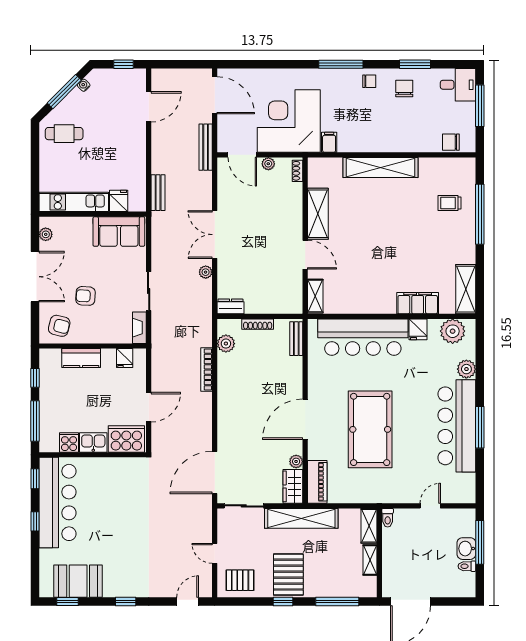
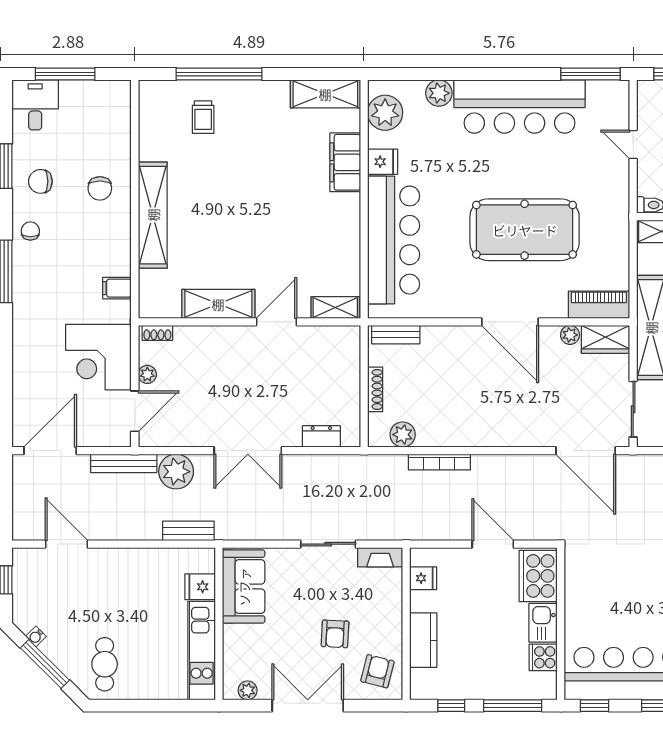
corner desk: (289, 121) -> (98, 357), width x0.74, depth x0.74
chair: (451, 142) -> (100, 188), moved
plant: (206, 272) -> (176, 472), moved, width x1.87, depth x1.87
dresser: (230, 306) -> (321, 436), moved, turned 90
window: (480, 427) -> (590, 74), moved

